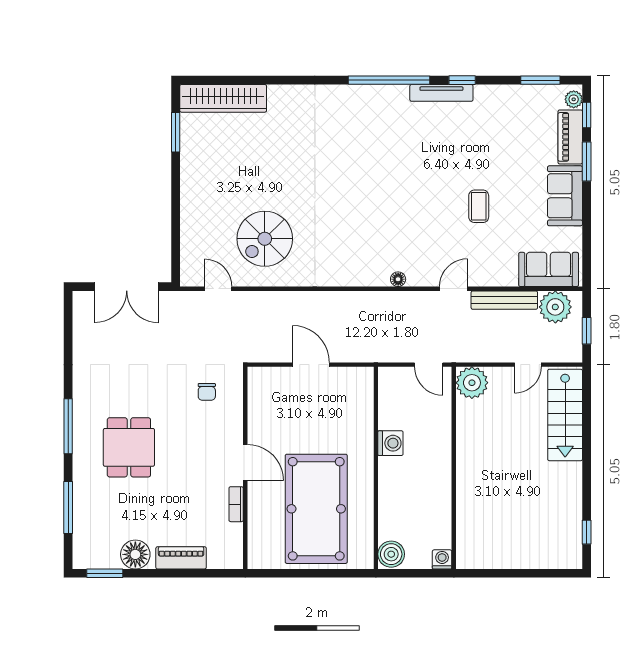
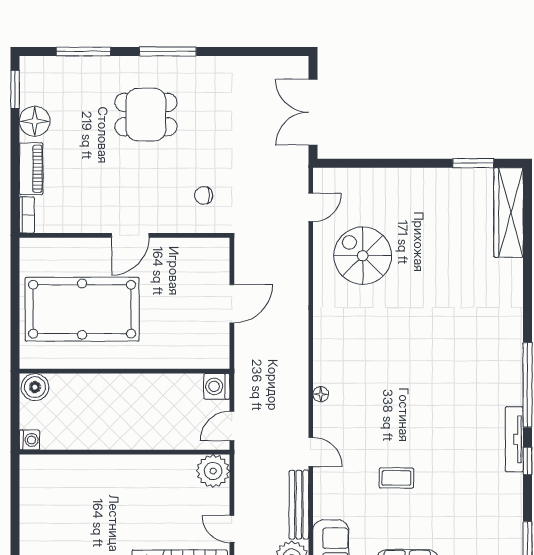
washing machine: (390, 443) -> (217, 386), moved, turned 90
bookcase: (236, 504) -> (27, 215), moved, turned 90

